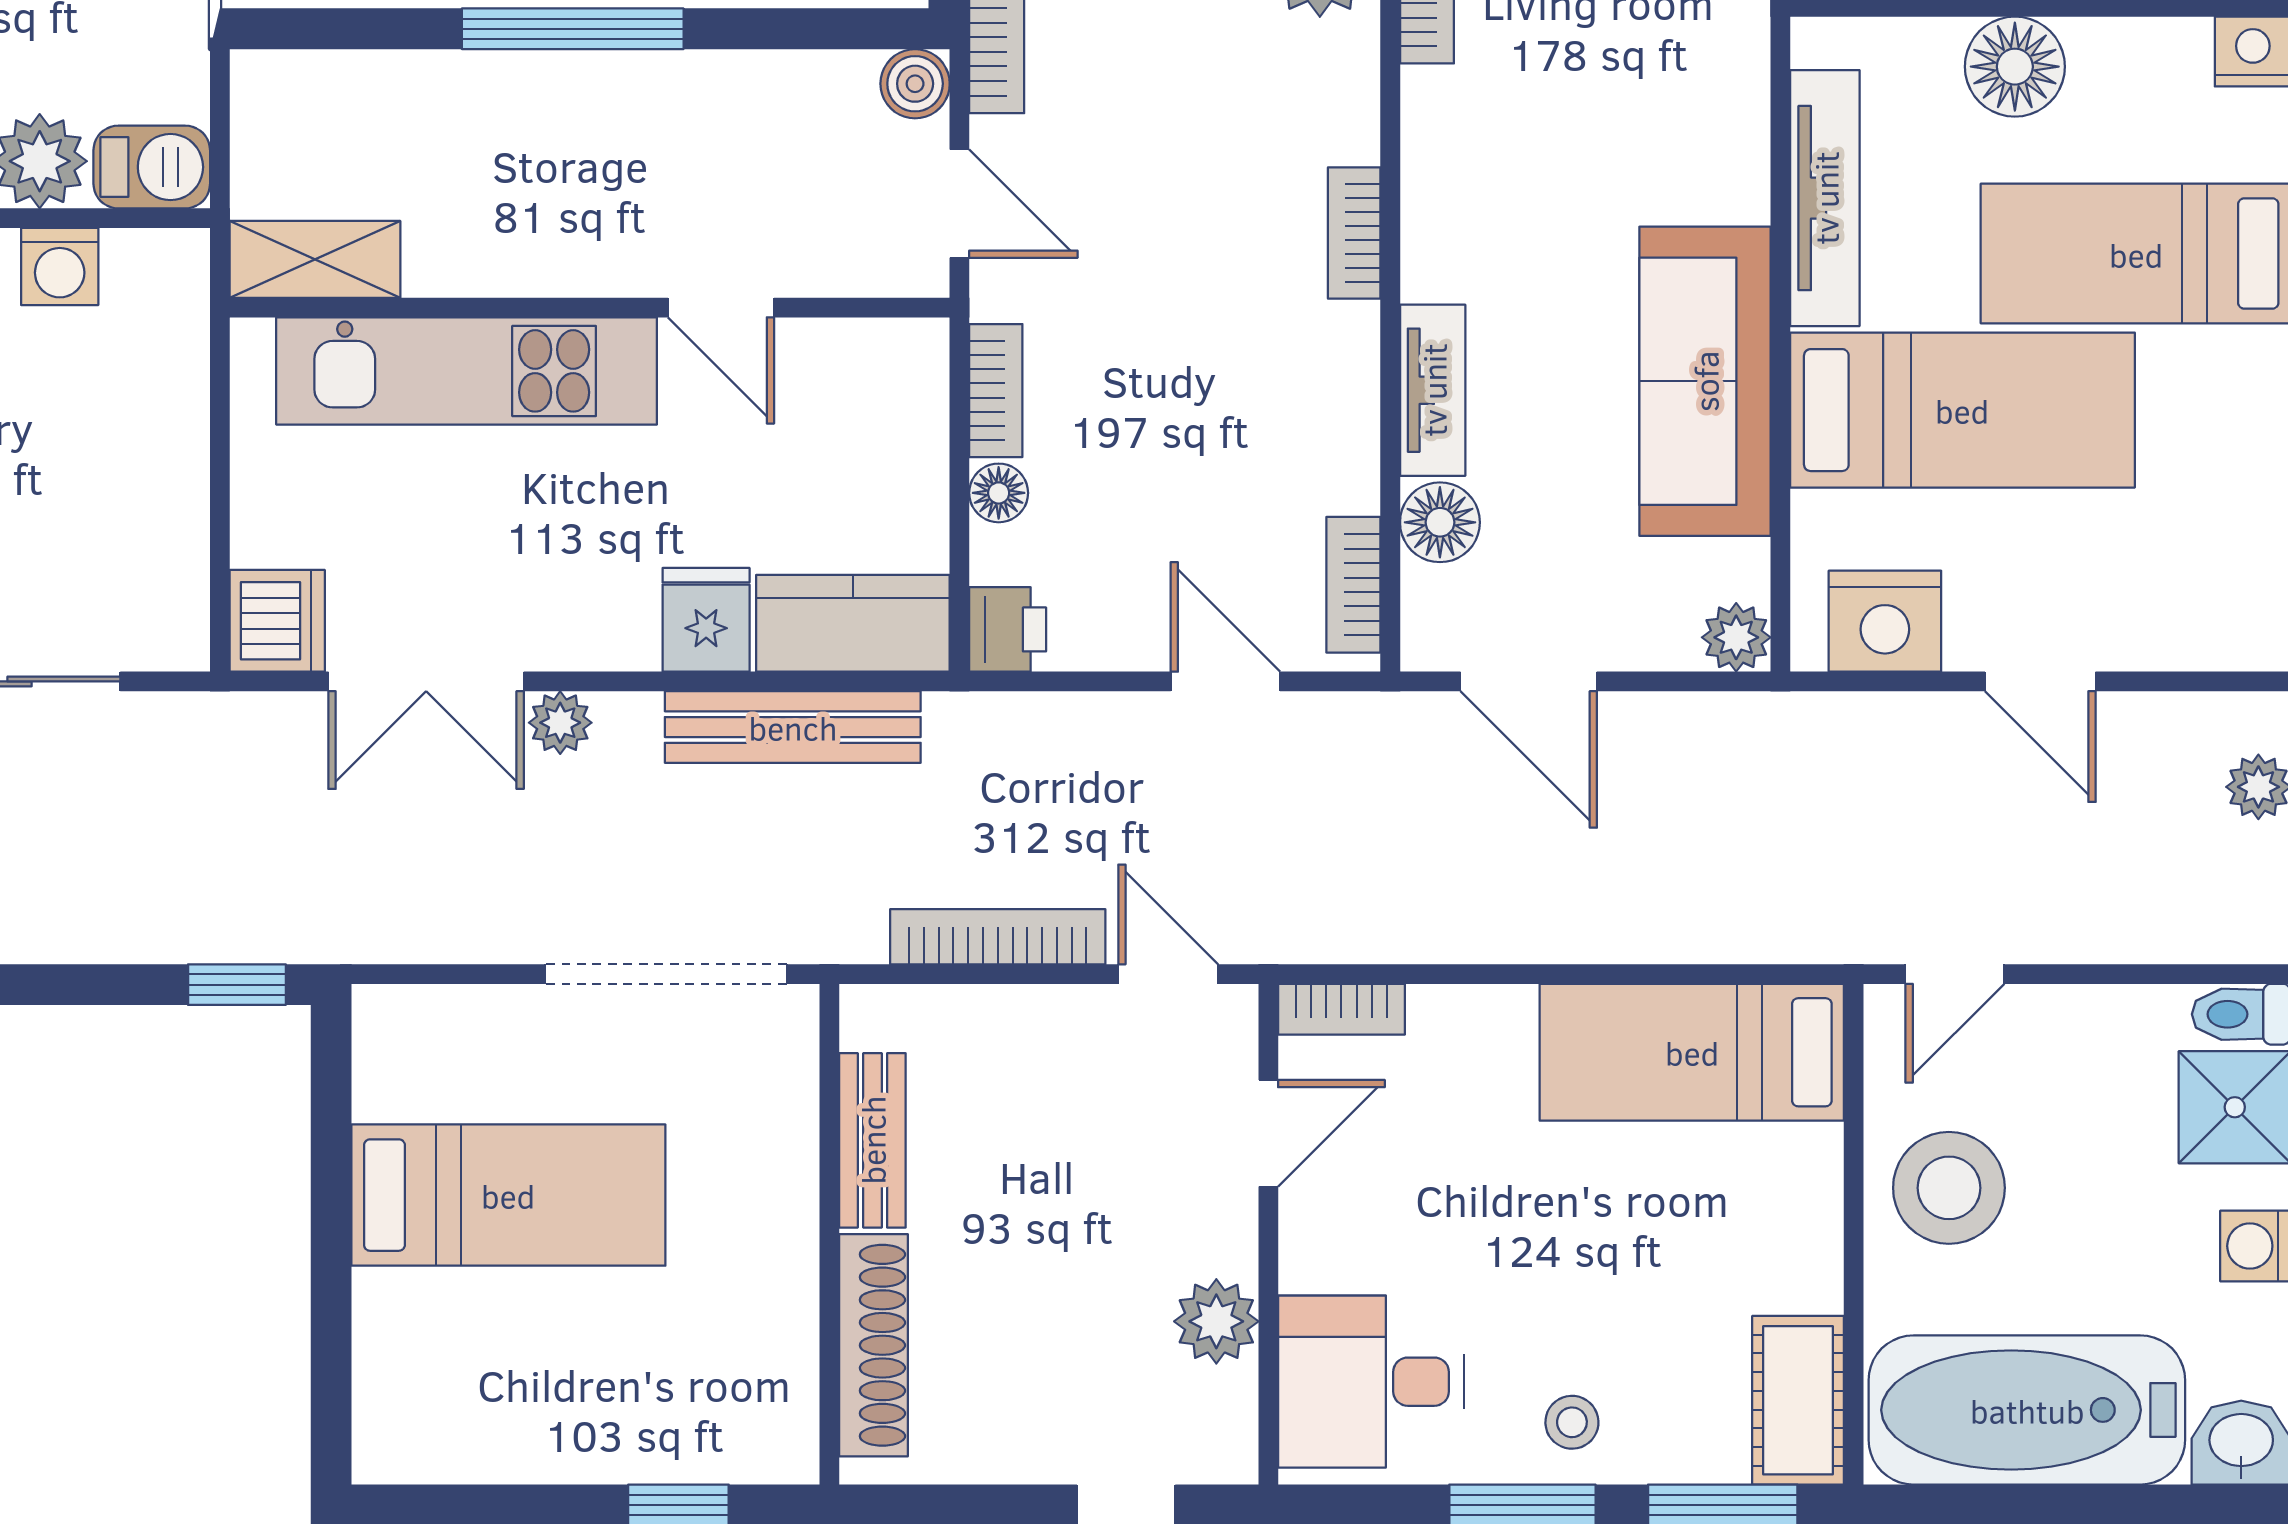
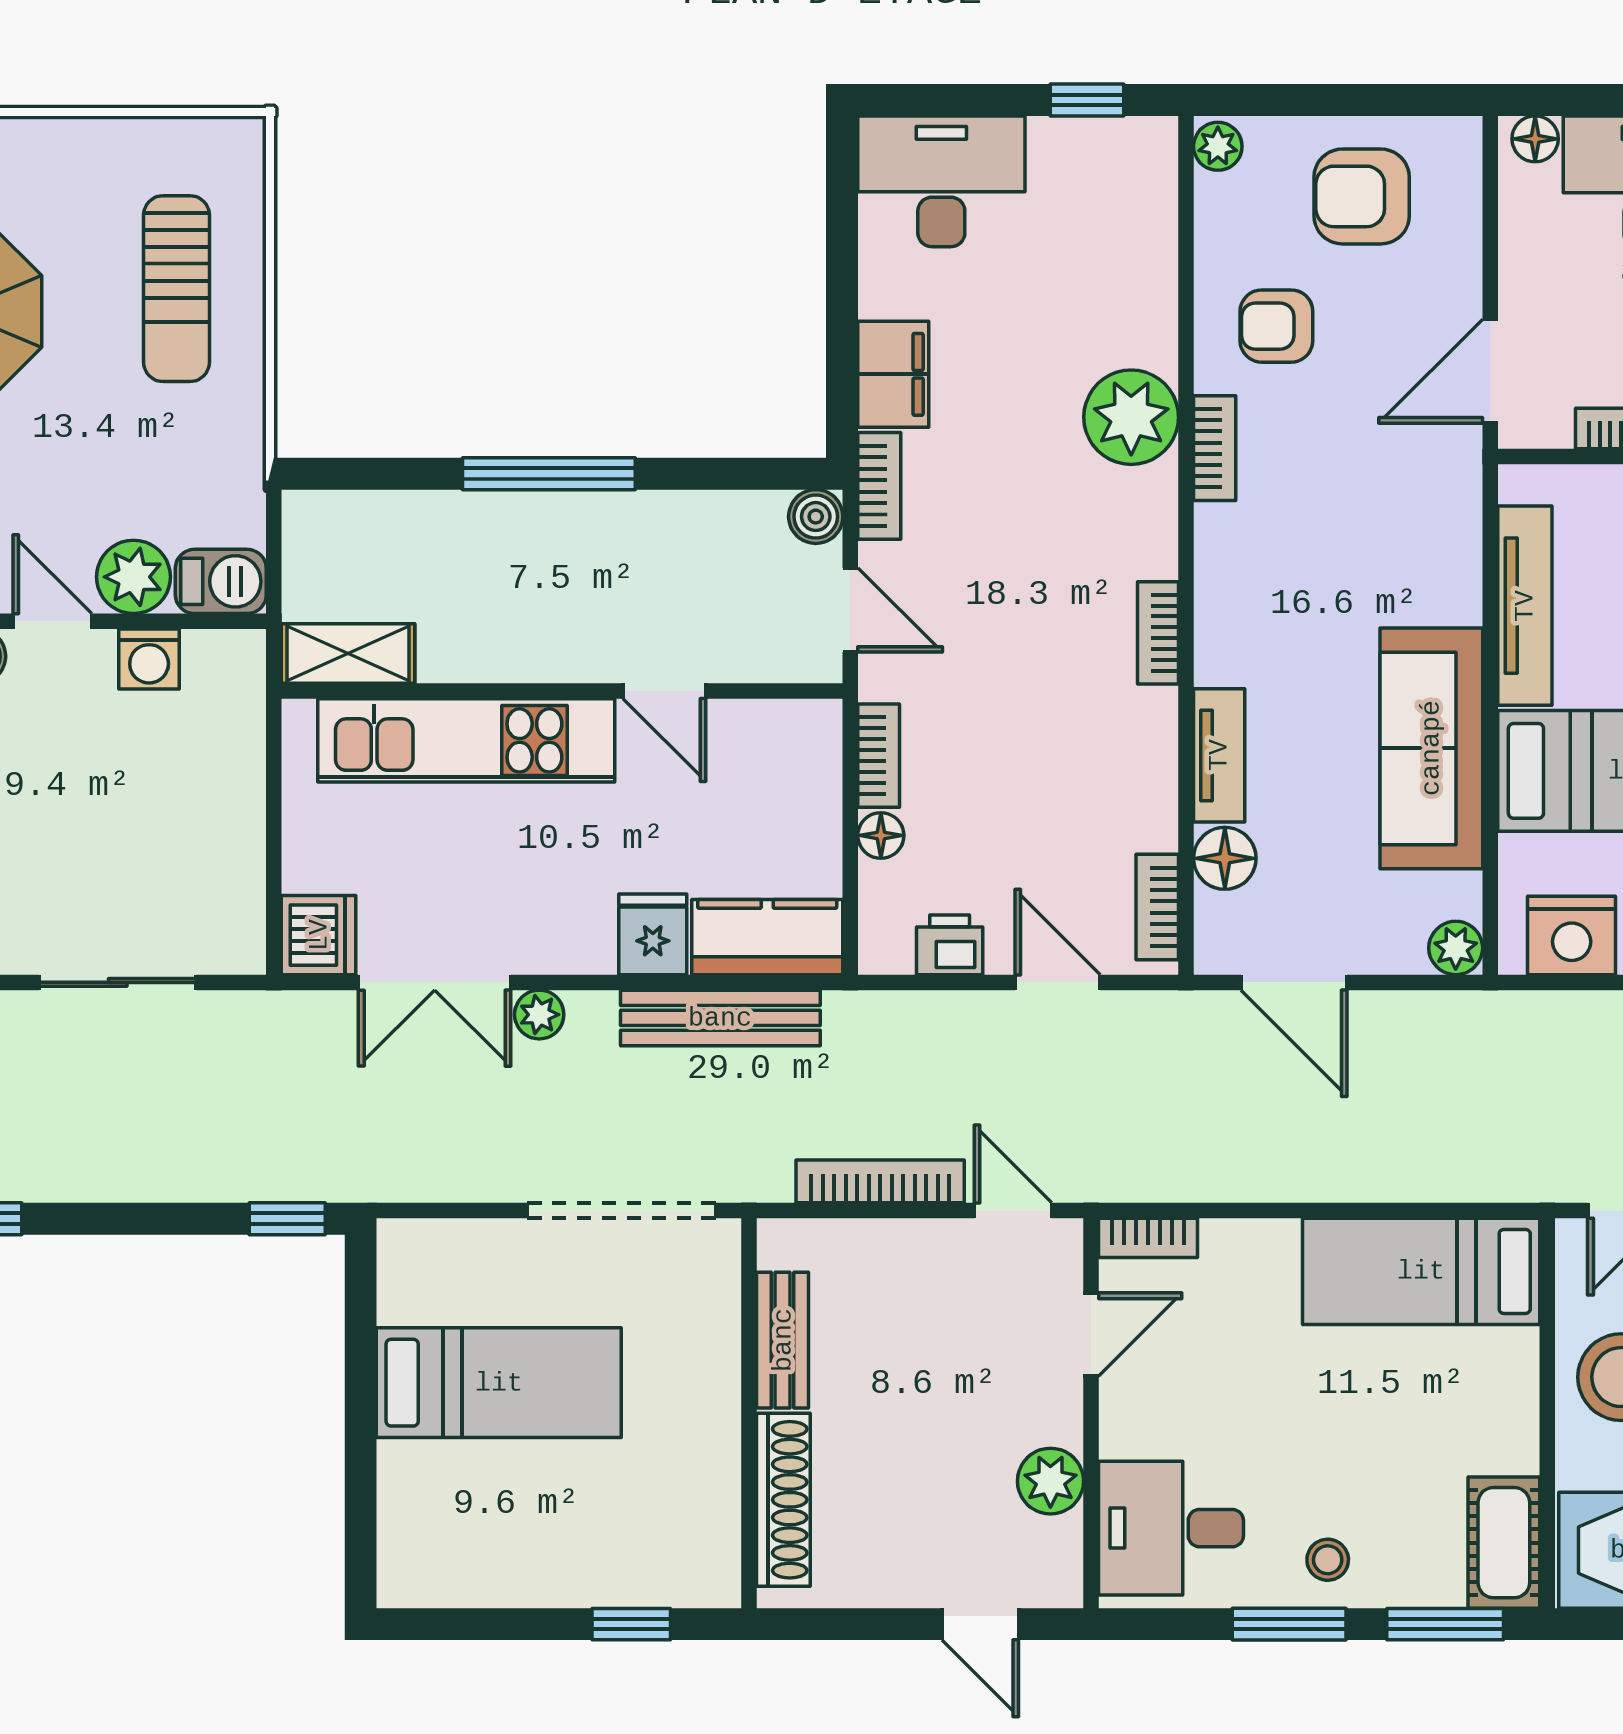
printer: (1008, 629) -> (950, 945), moved, turned -90

